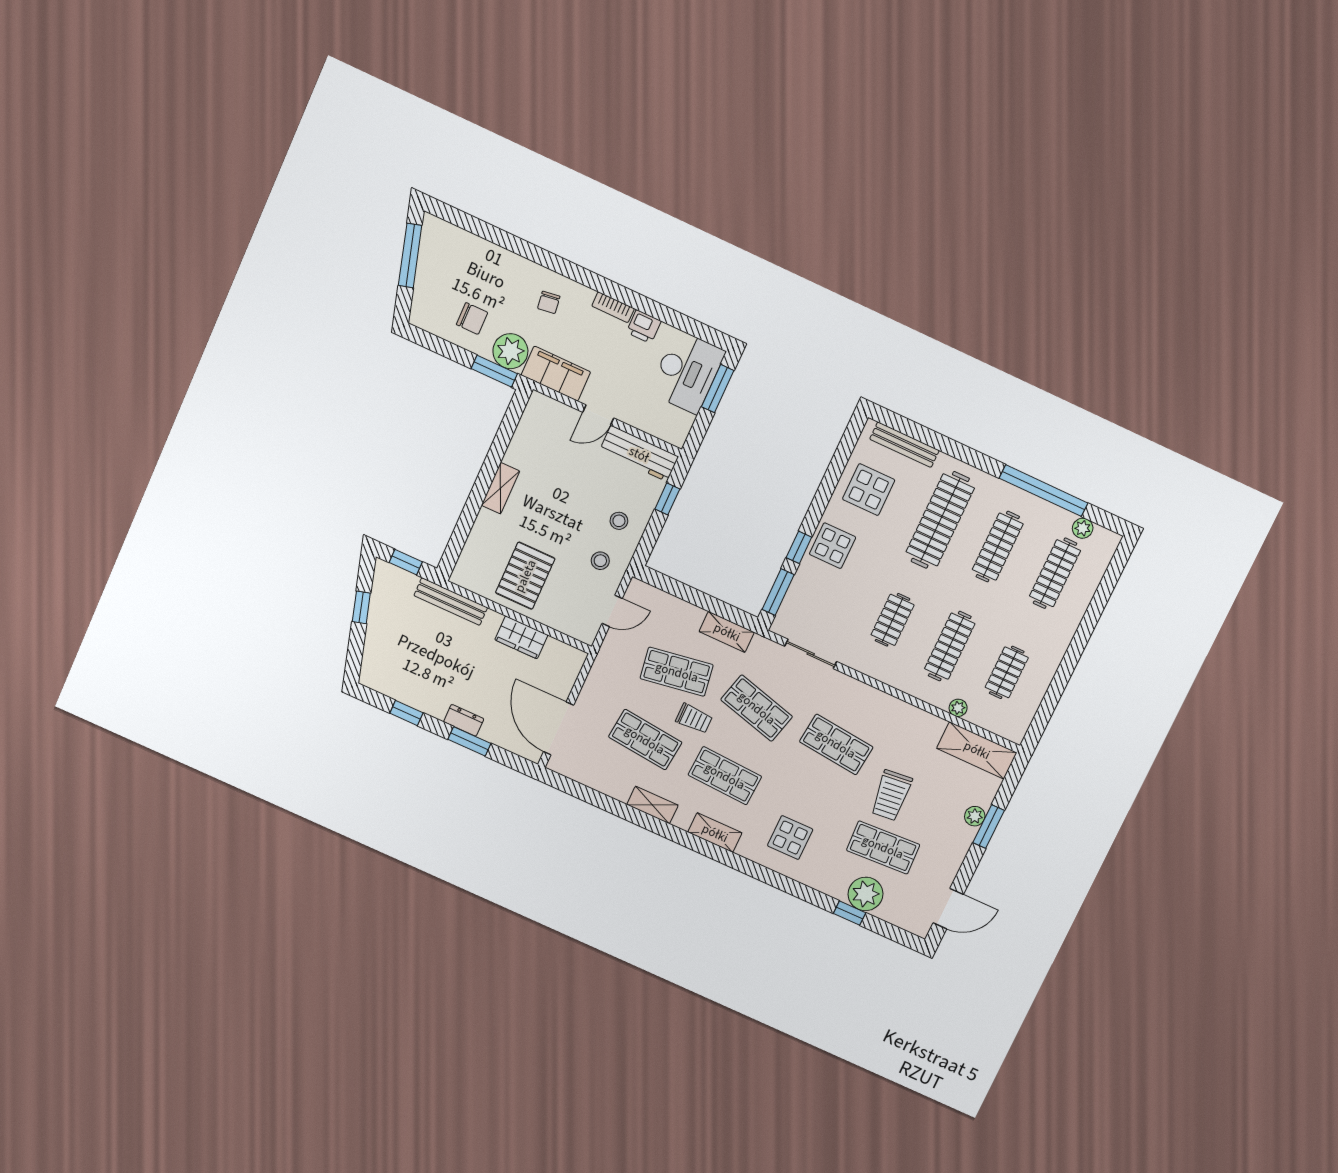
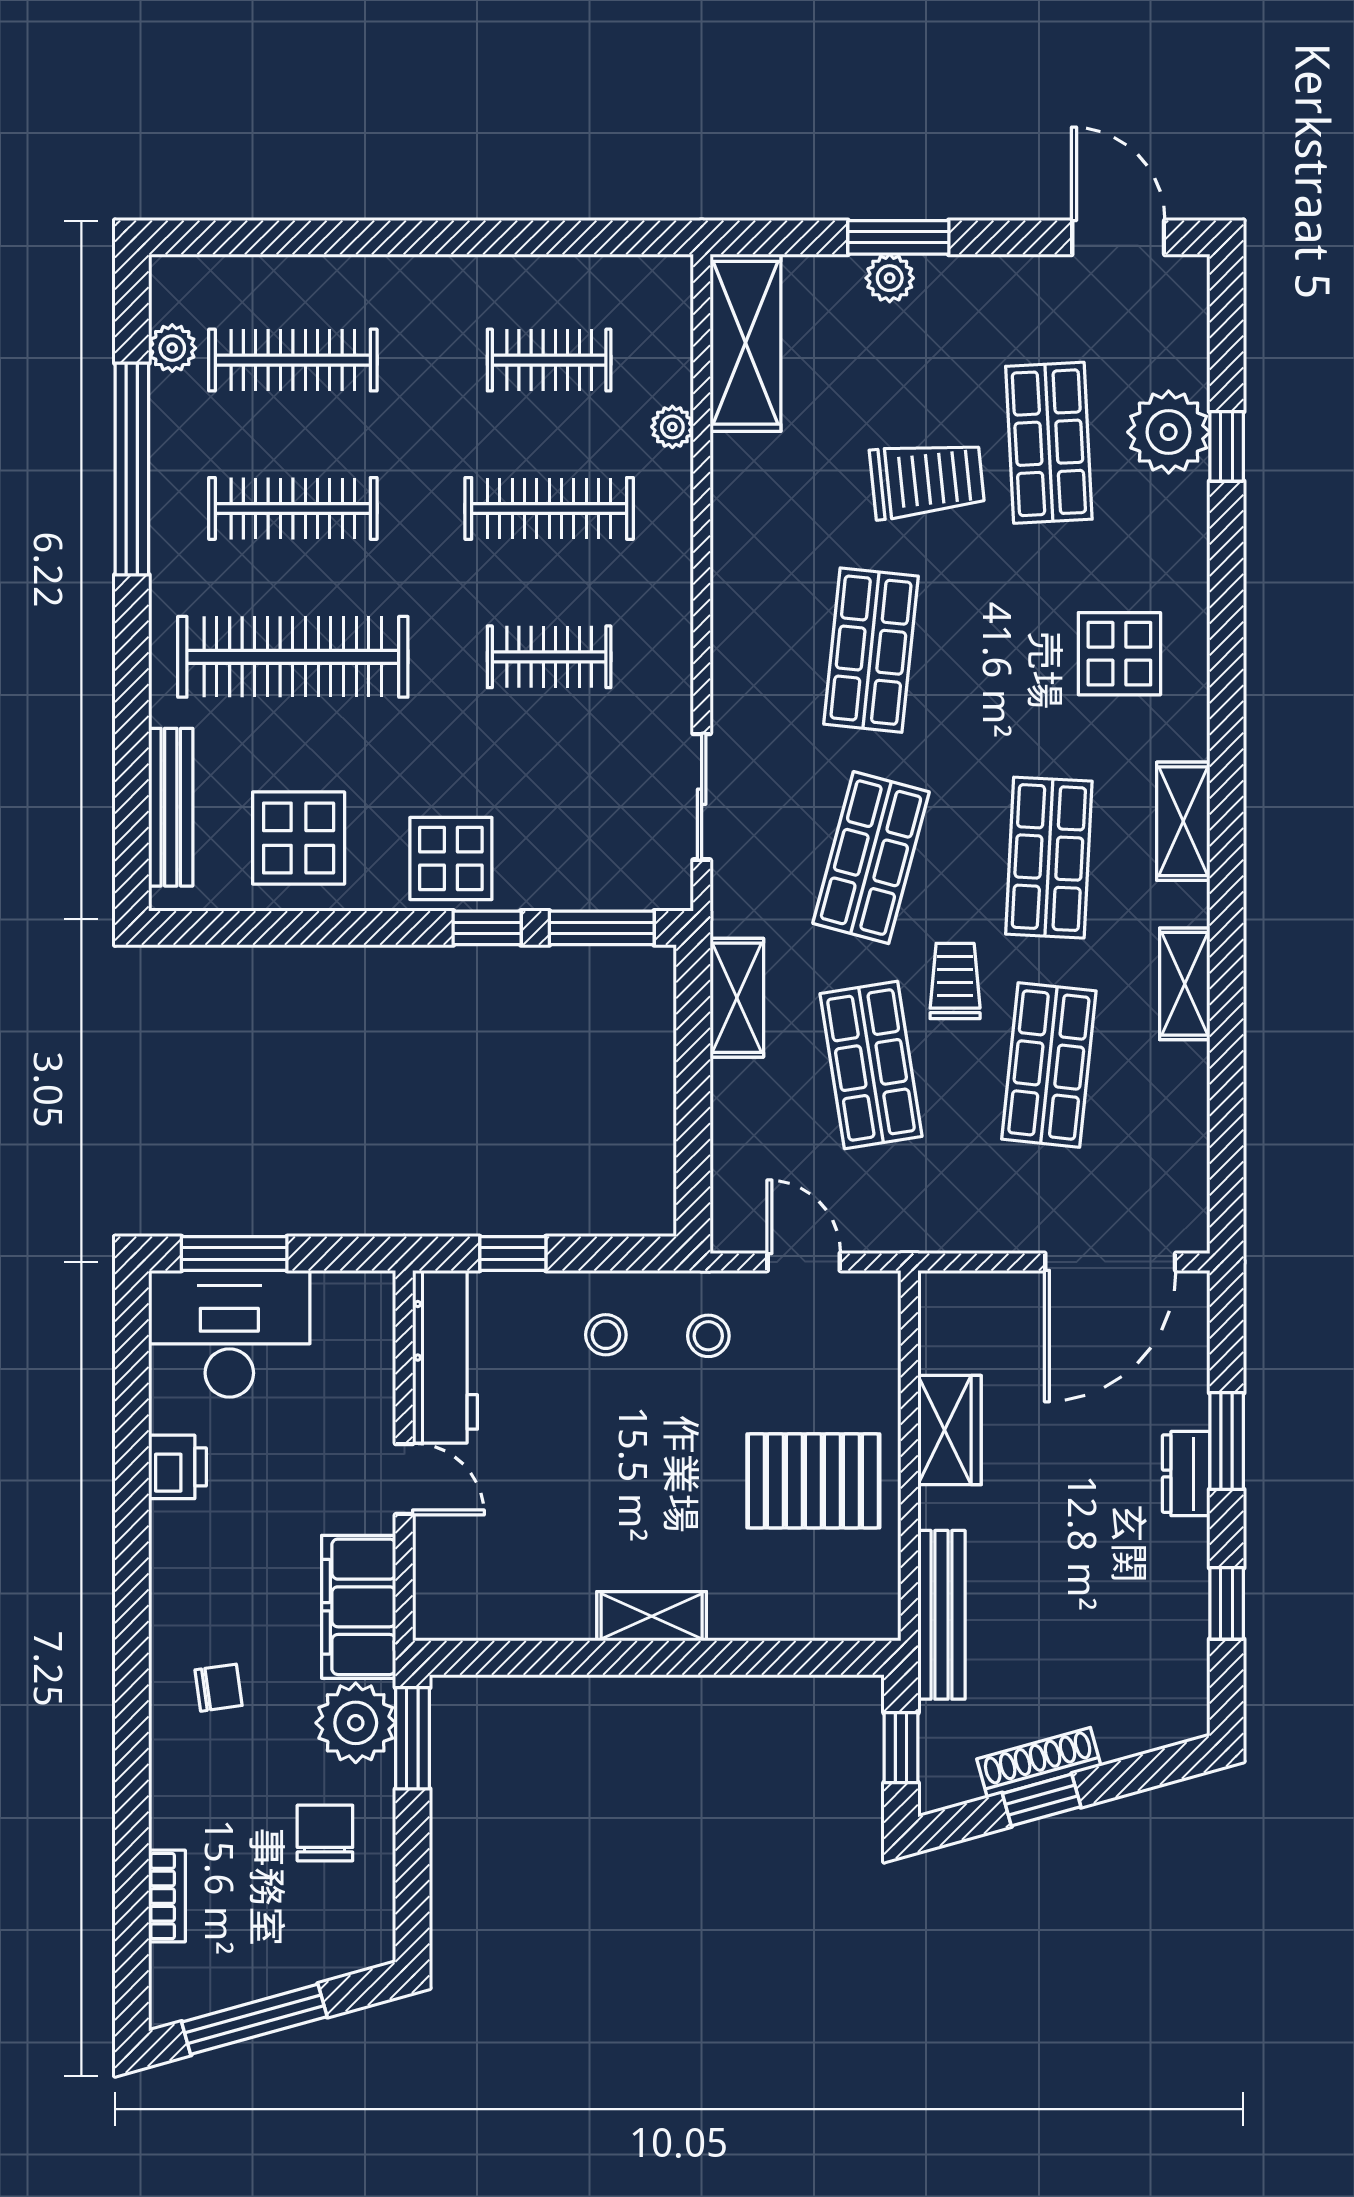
bookcase: (613, 307) -> (167, 1896), moved
shoe rack: (376, 613) -> (1039, 1762), added

